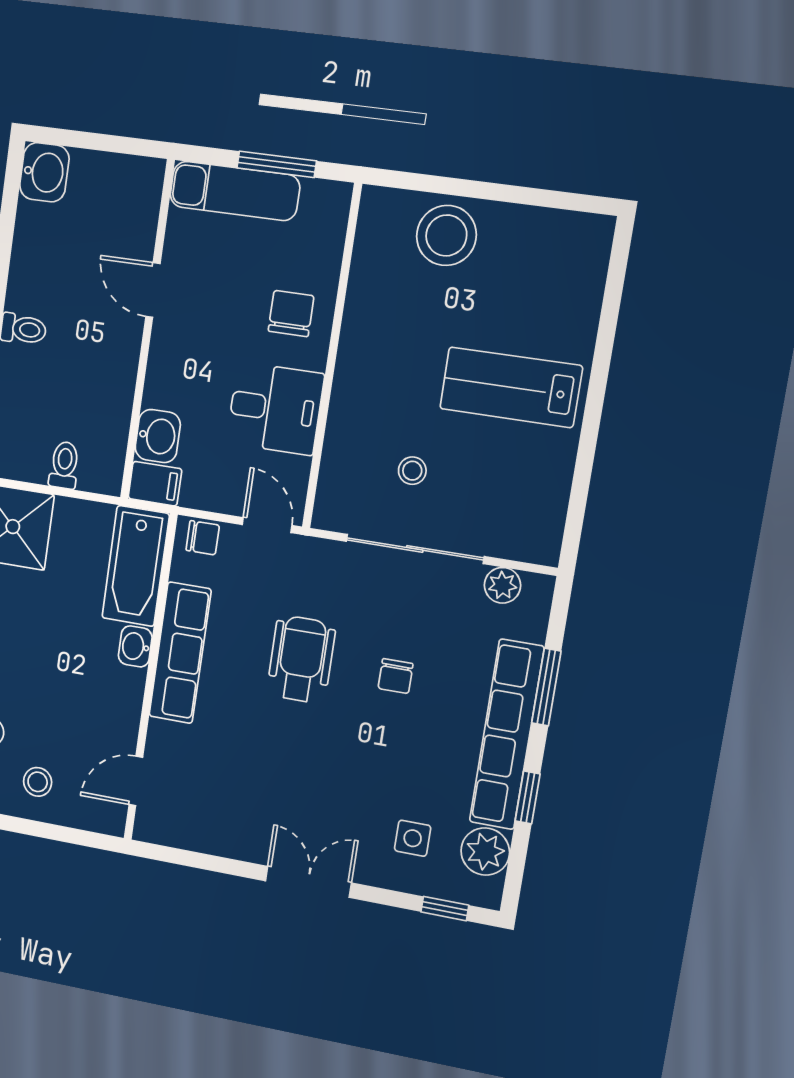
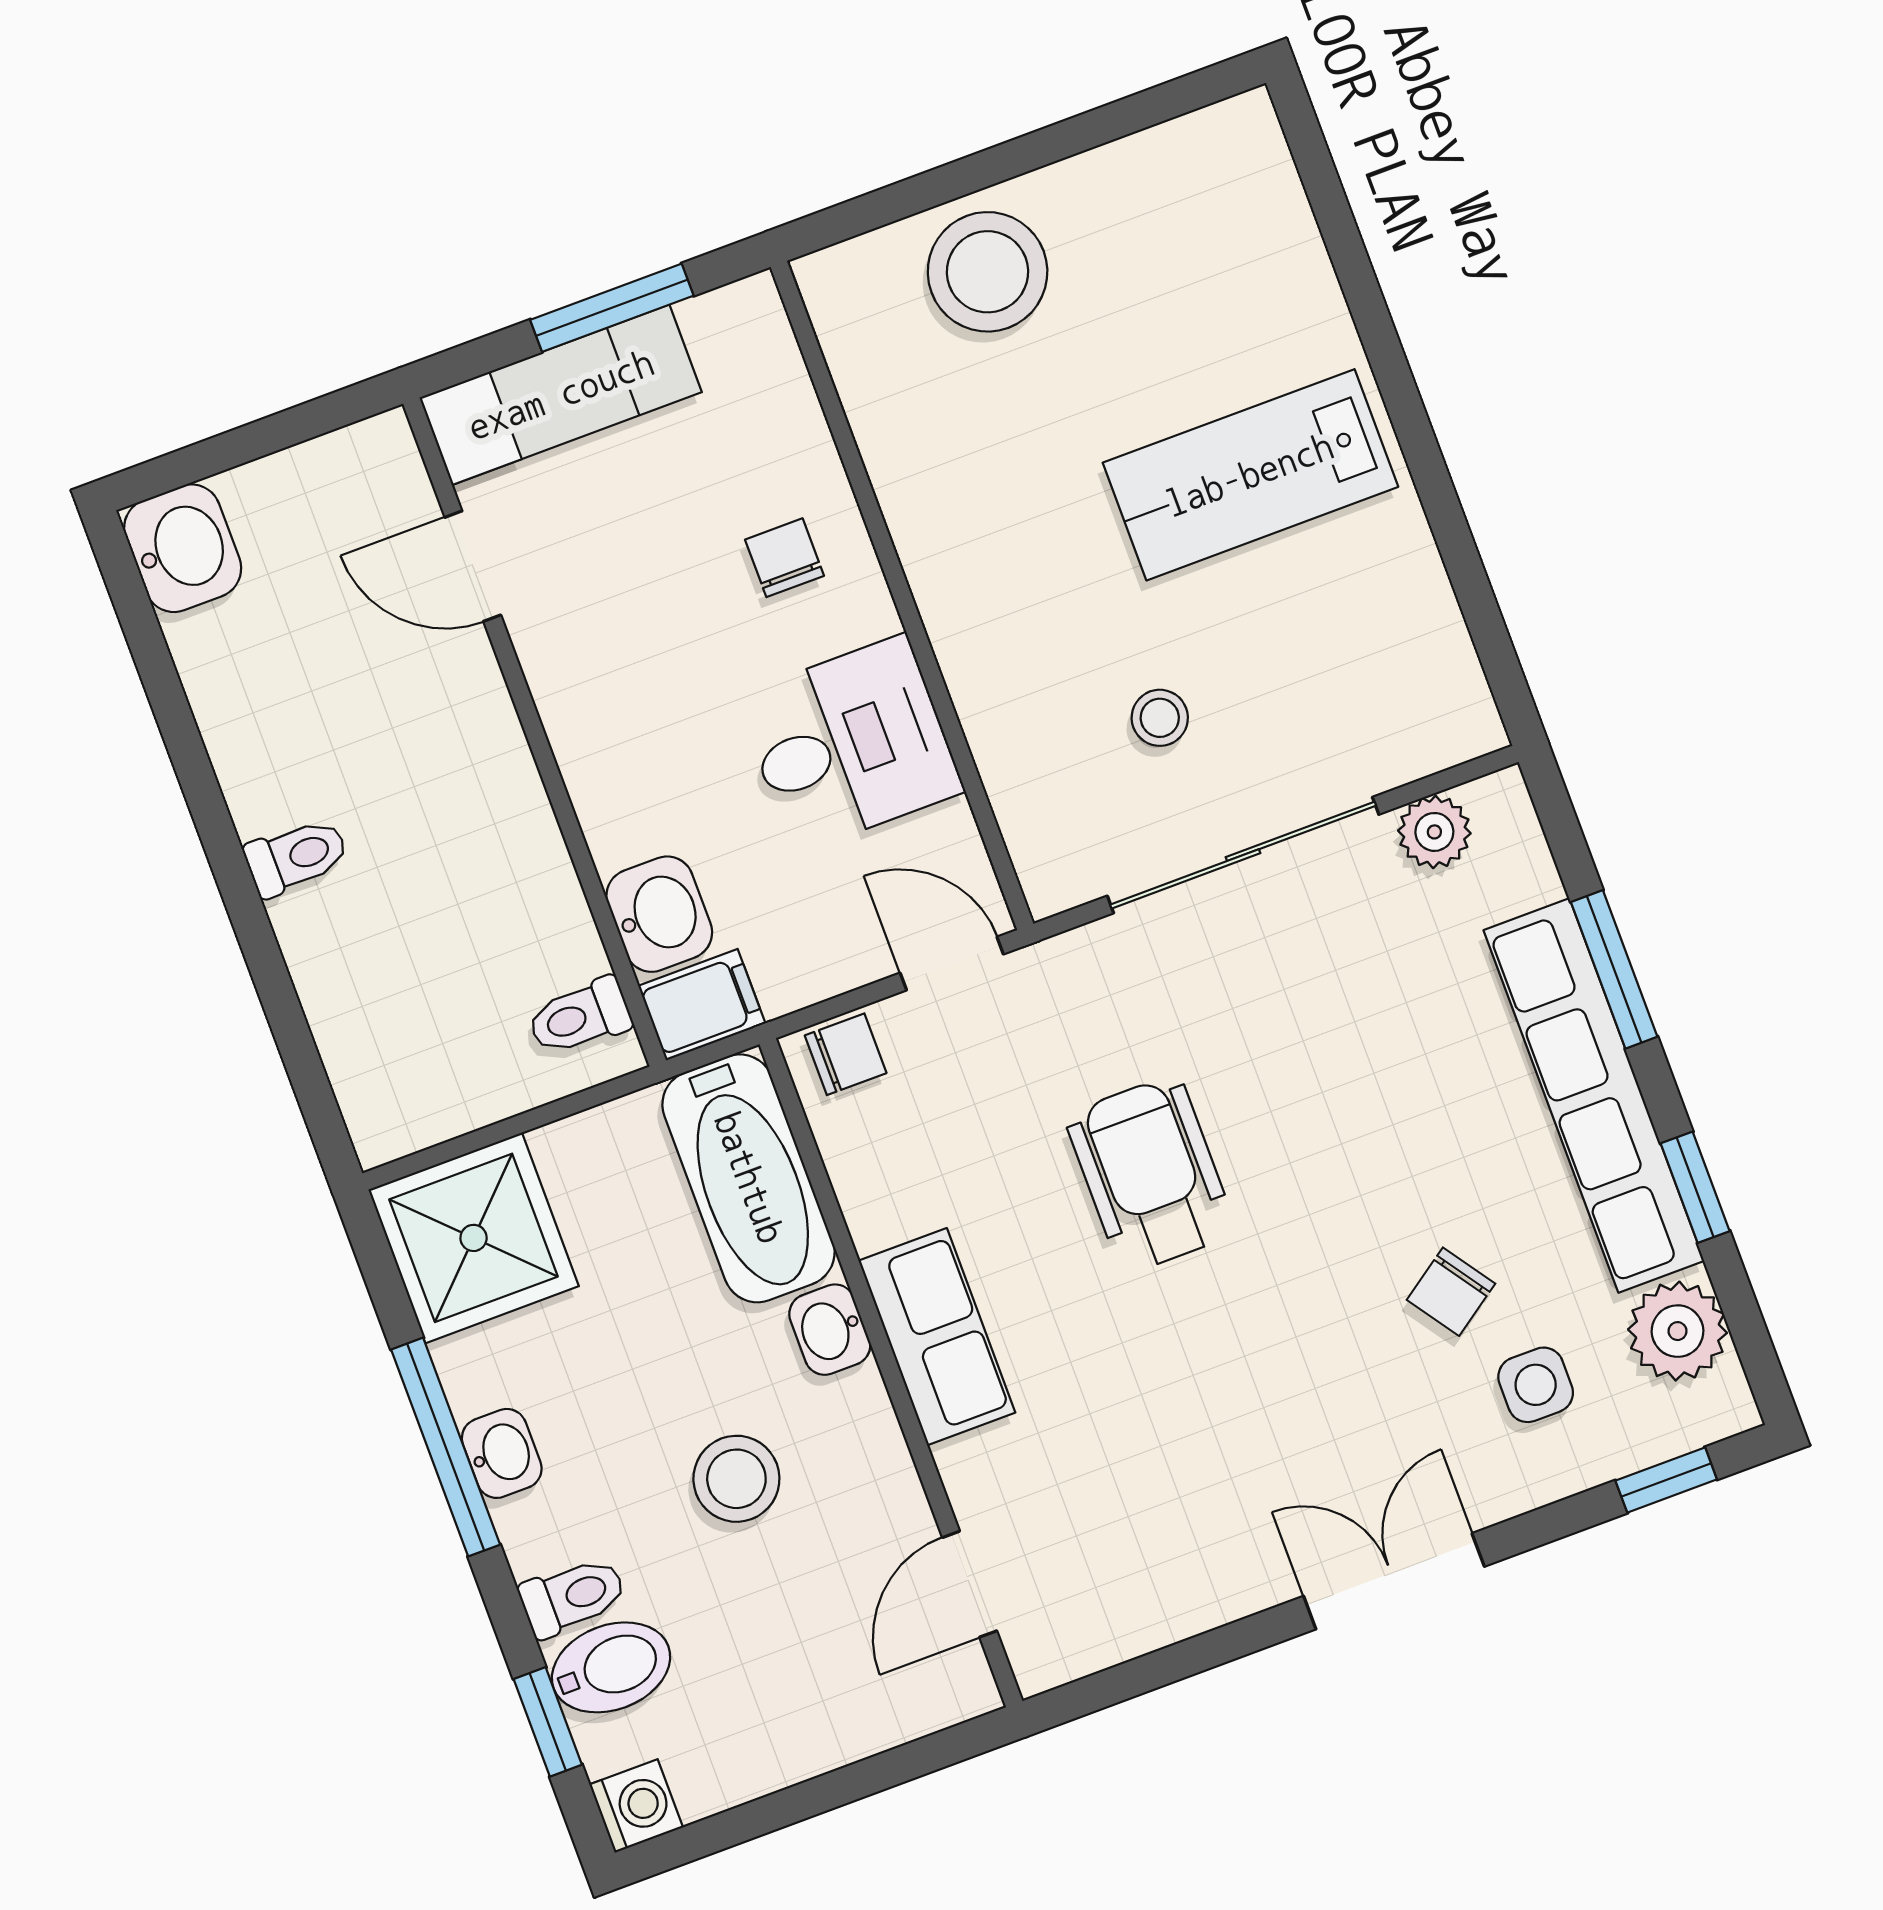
door: (153, 290) -> (473, 566), moved
chair: (291, 313) -> (785, 558), width x0.73, depth x0.73
toilet: (64, 465) -> (579, 1017), moved, turned -90
row of seats: (180, 653) -> (937, 1337), width x0.68
chair: (396, 676) -> (1451, 1292), moved, turned 55
stool: (38, 782) -> (736, 1479), moved, width x1.37, depth x1.37

